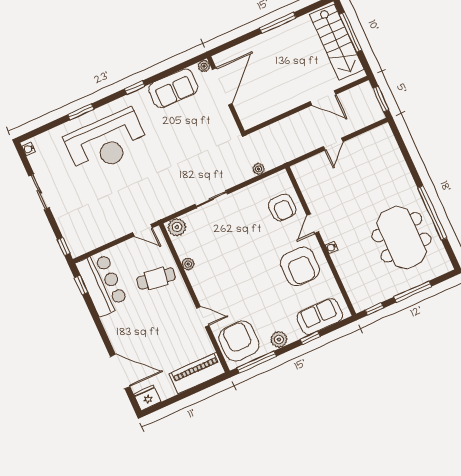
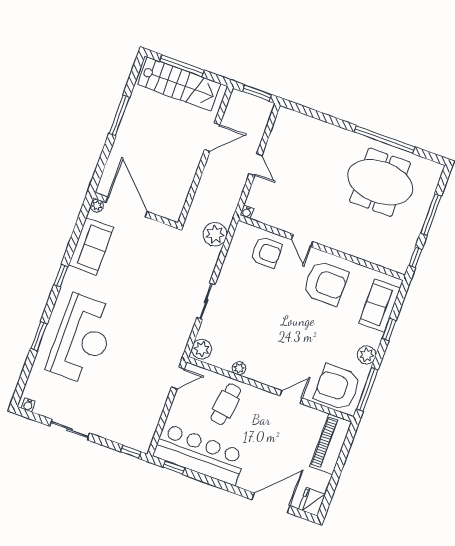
plant: (258, 169) -> (215, 234), width x1.88, depth x1.88
water cooler: (332, 247) -> (247, 212), moved
bar counter: (102, 284) -> (200, 454), width x1.36

